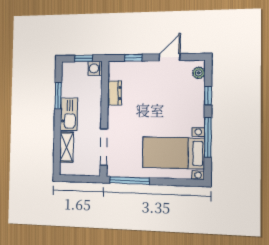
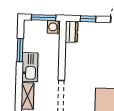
window: (84, 58) -> (44, 18), width x1.50
dresser: (115, 93) -> (72, 32), moved

